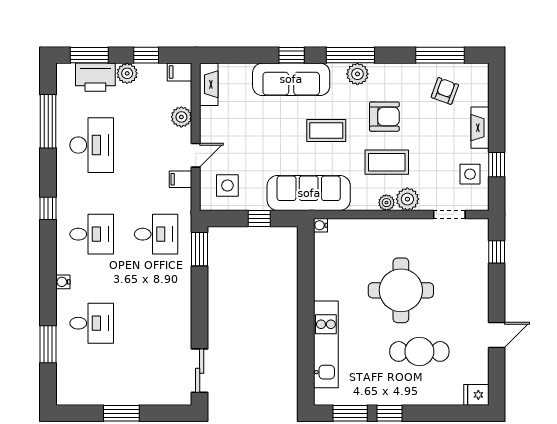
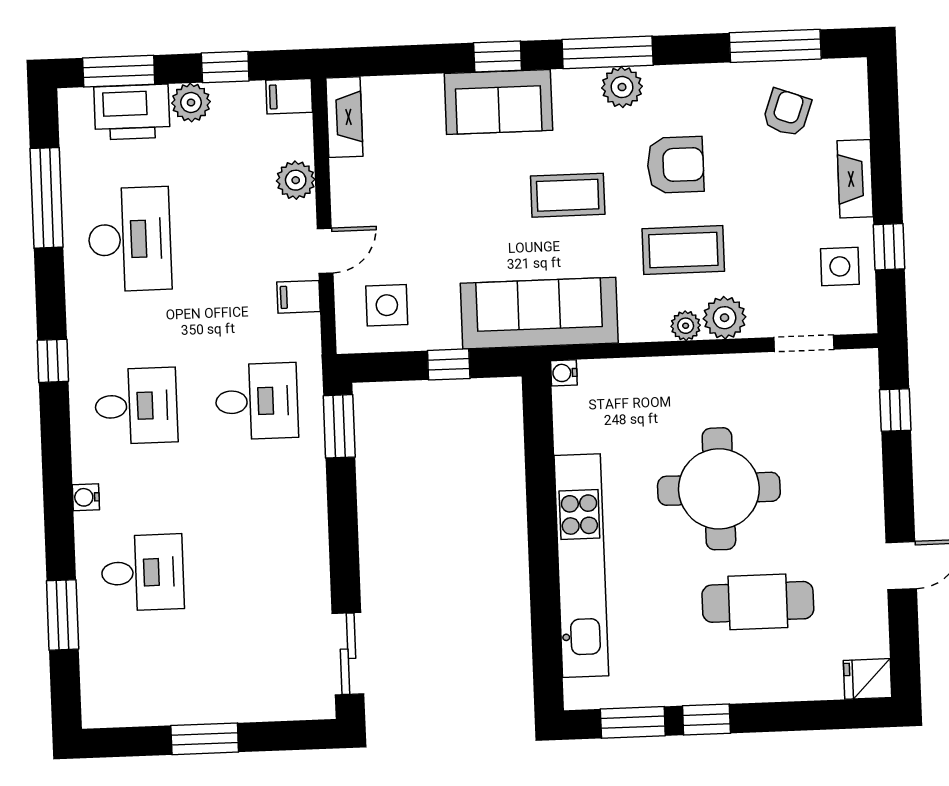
sofa: (291, 79) -> (498, 102), width x0.73
kitchen unit: (326, 344) -> (581, 566), width x1.36

